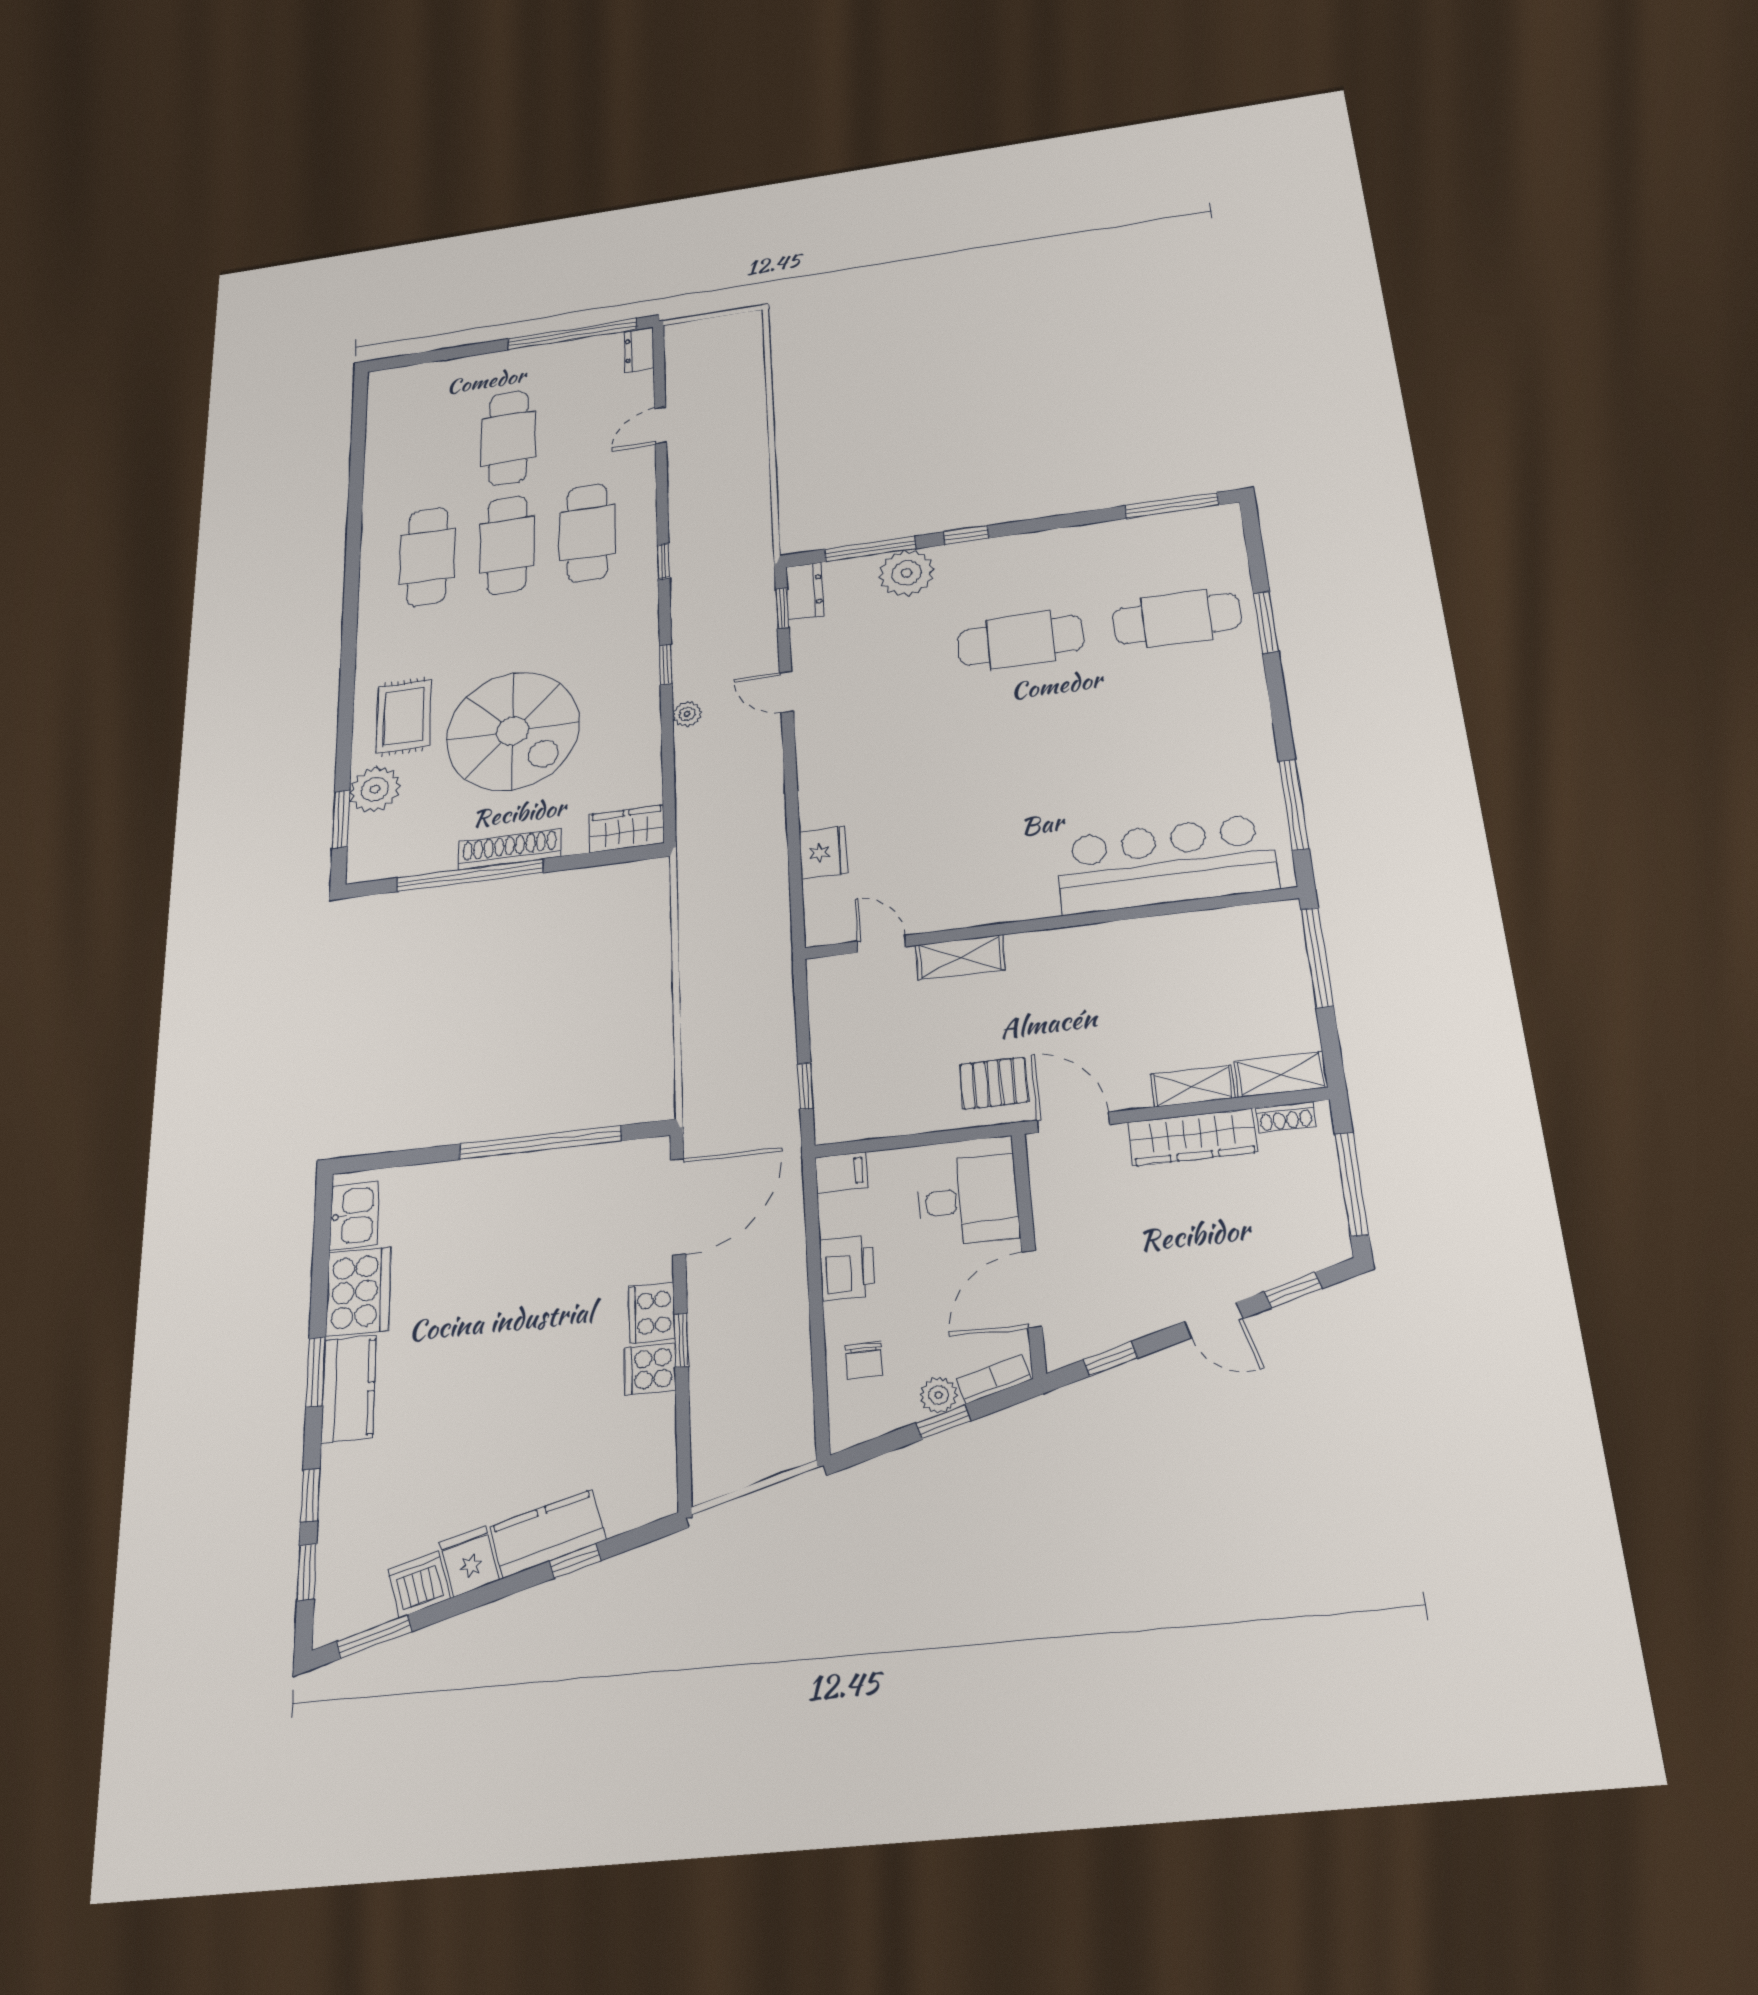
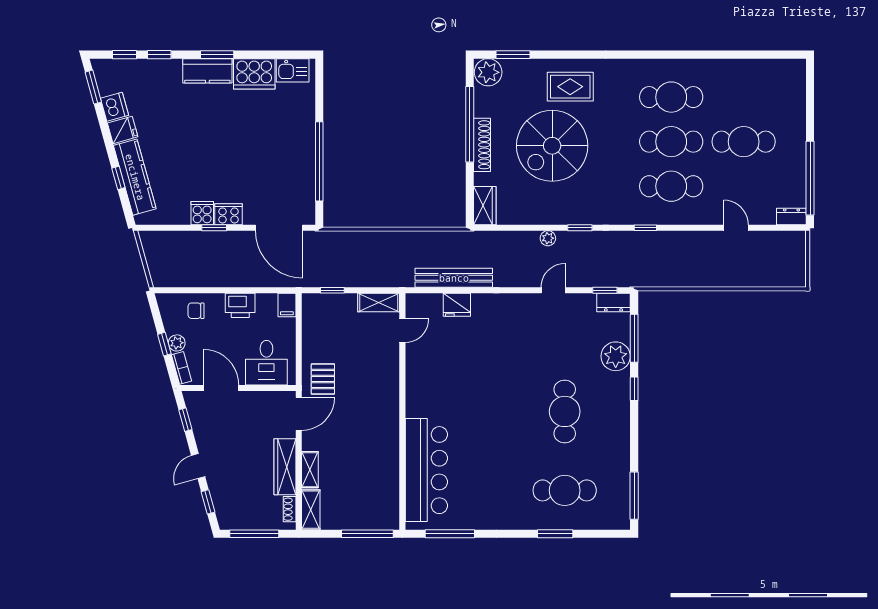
cafe table: (1177, 619) -> (565, 490), turned 90
plant: (375, 789) -> (488, 72), moved
bench: (770, 865) -> (454, 278), added
shelving: (960, 957) -> (379, 303), moved, turned 90
kitchen counter: (547, 1534) -> (135, 177), width x1.50

